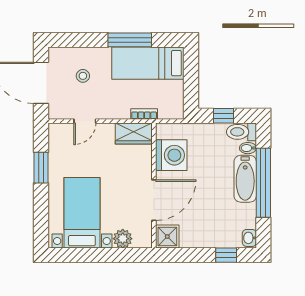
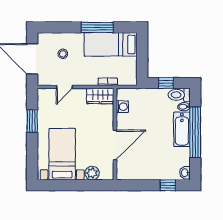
washing machine: (171, 155) -> (122, 107), width x0.53, depth x0.53
shower: (167, 237) -> (125, 172), removed

